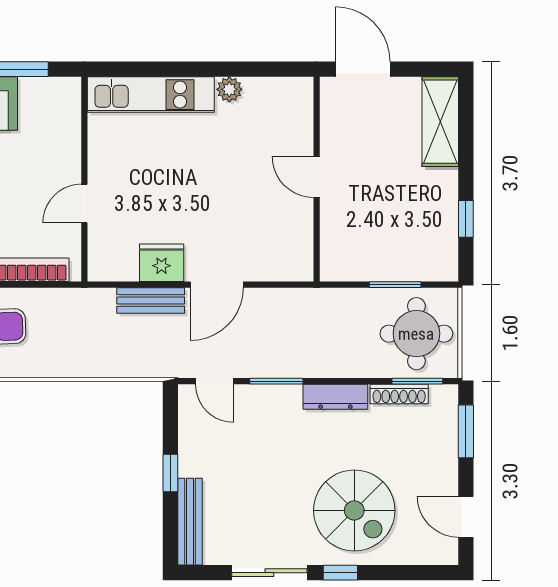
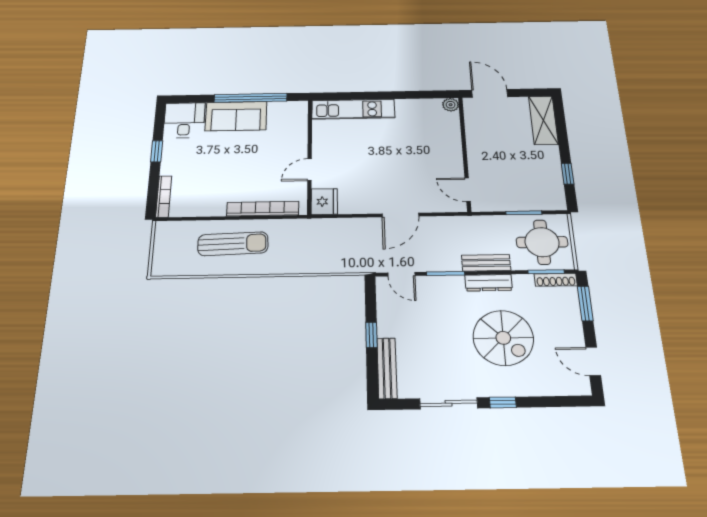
plant: (229, 89) -> (451, 105), moved
door: (317, 177) -> (468, 190), moved
fridge: (162, 263) -> (324, 202), moved, turned 90
bench: (151, 301) -> (486, 263), moved
shoe rack: (399, 394) -> (556, 280), moved
spiral stairs: (354, 510) -> (503, 338), moved

